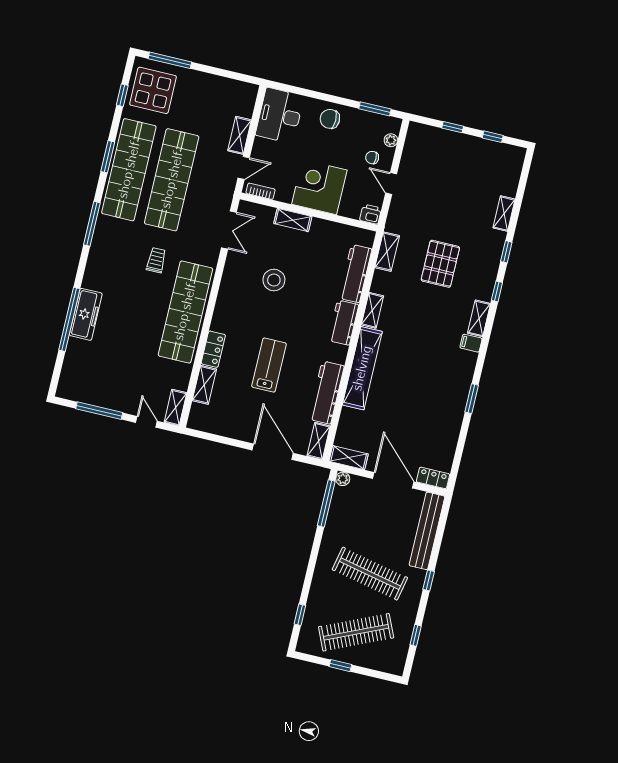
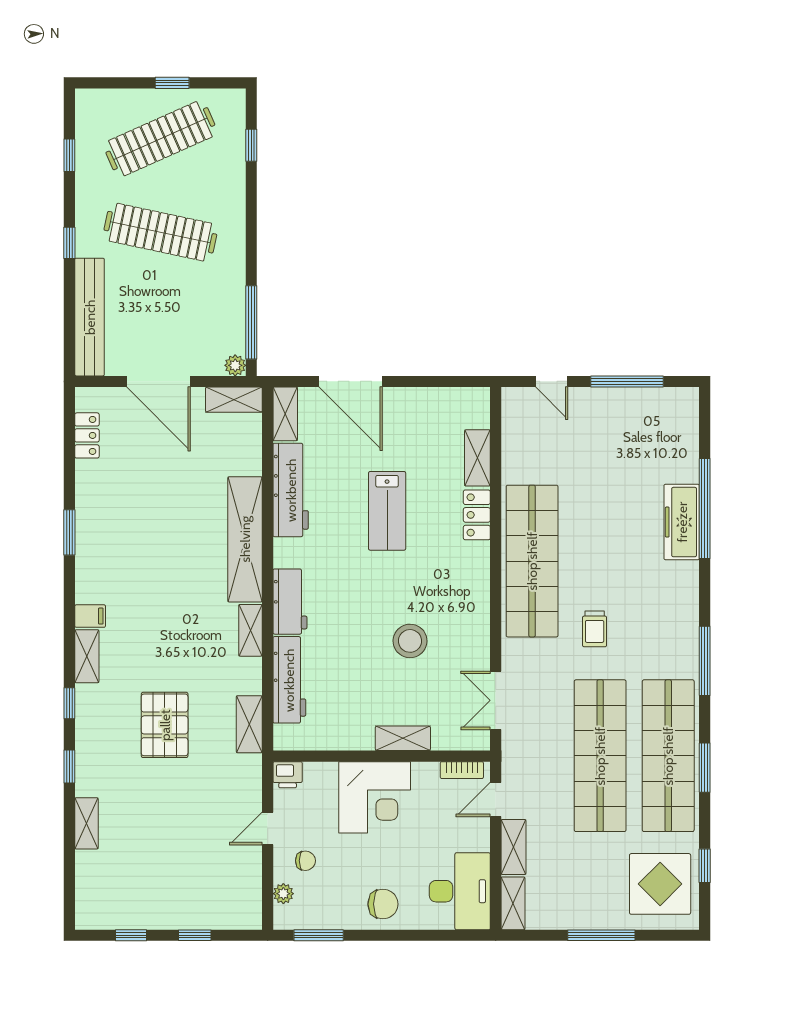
window: (170, 60) -> (601, 935), moved
door: (391, 183) -> (268, 828), swing flipped
shelving: (175, 408) -> (513, 903), moved
locker: (433, 478) -> (87, 435), moved, turned -90

